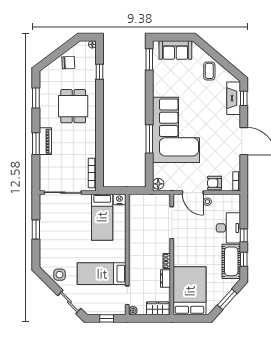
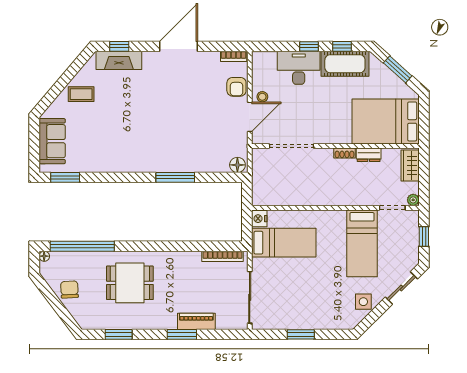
window: (100, 72) -> (82, 246), width x3.17
corner sofa: (176, 130) -> (163, 140), removed
piano: (45, 141) -> (196, 321), moved

